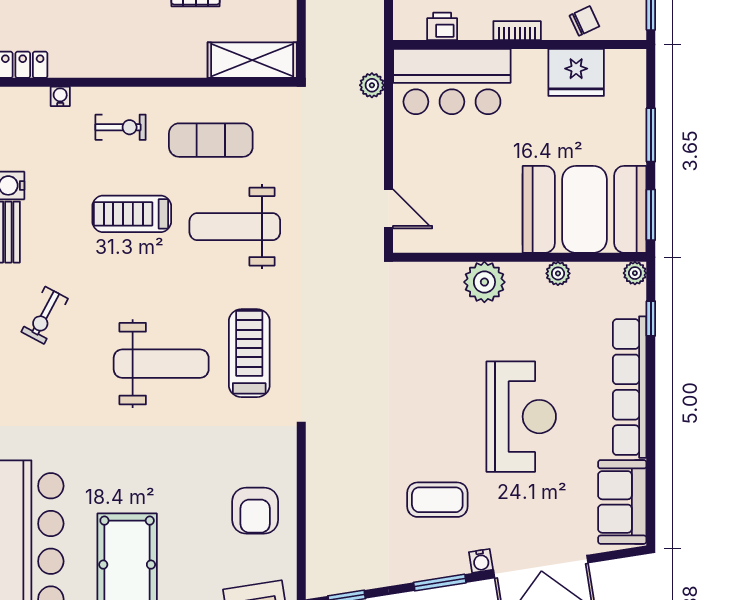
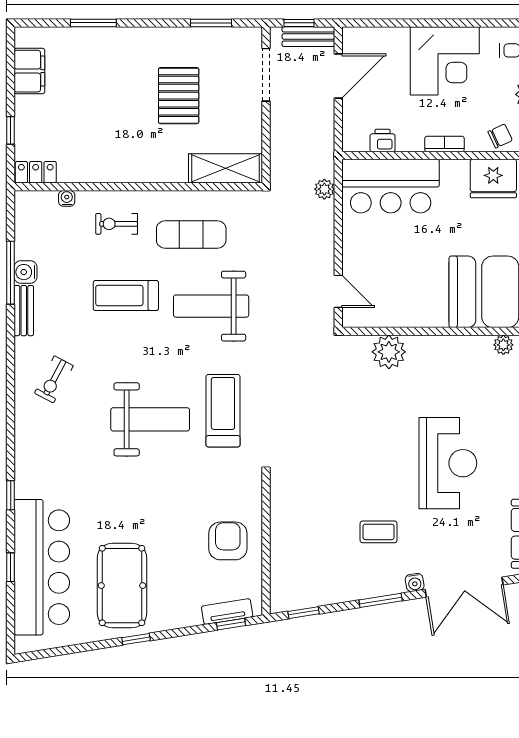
exercise bike: (121, 127) -> (117, 224), turned 180
plant: (558, 273) -> (503, 345), moved
plant: (484, 282) -> (389, 352), moved
coffee table: (437, 500) -> (379, 532), width x0.73, depth x0.77
armchair: (255, 511) -> (228, 541), turned 180

